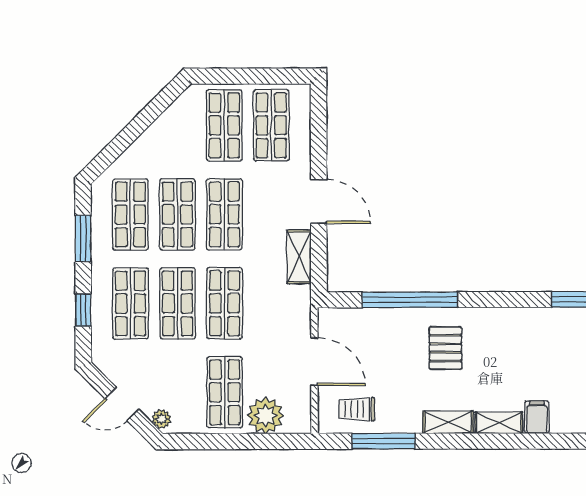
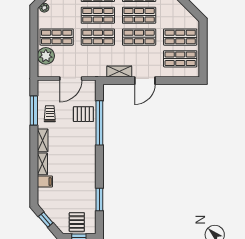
pallet: (445, 348) -> (83, 114), moved
trolley: (357, 409) -> (50, 114), moved

